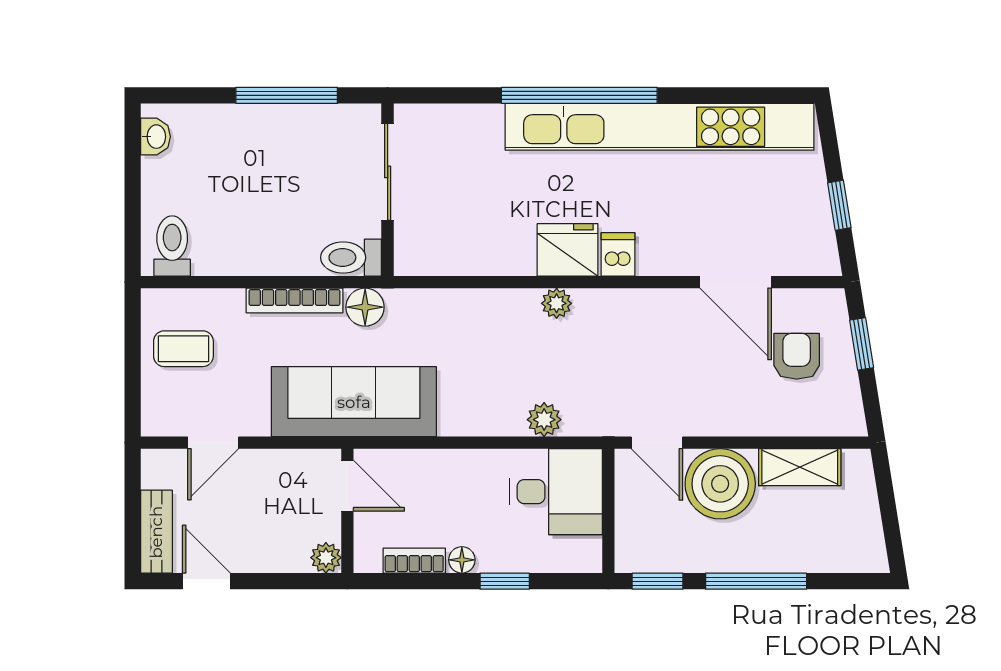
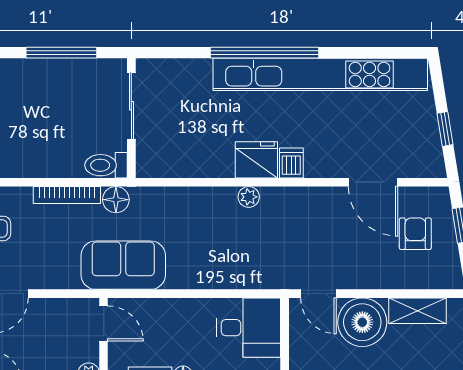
sofa: (354, 402) -> (123, 265), width x0.73
plant: (544, 420) -> (240, 278), removed

